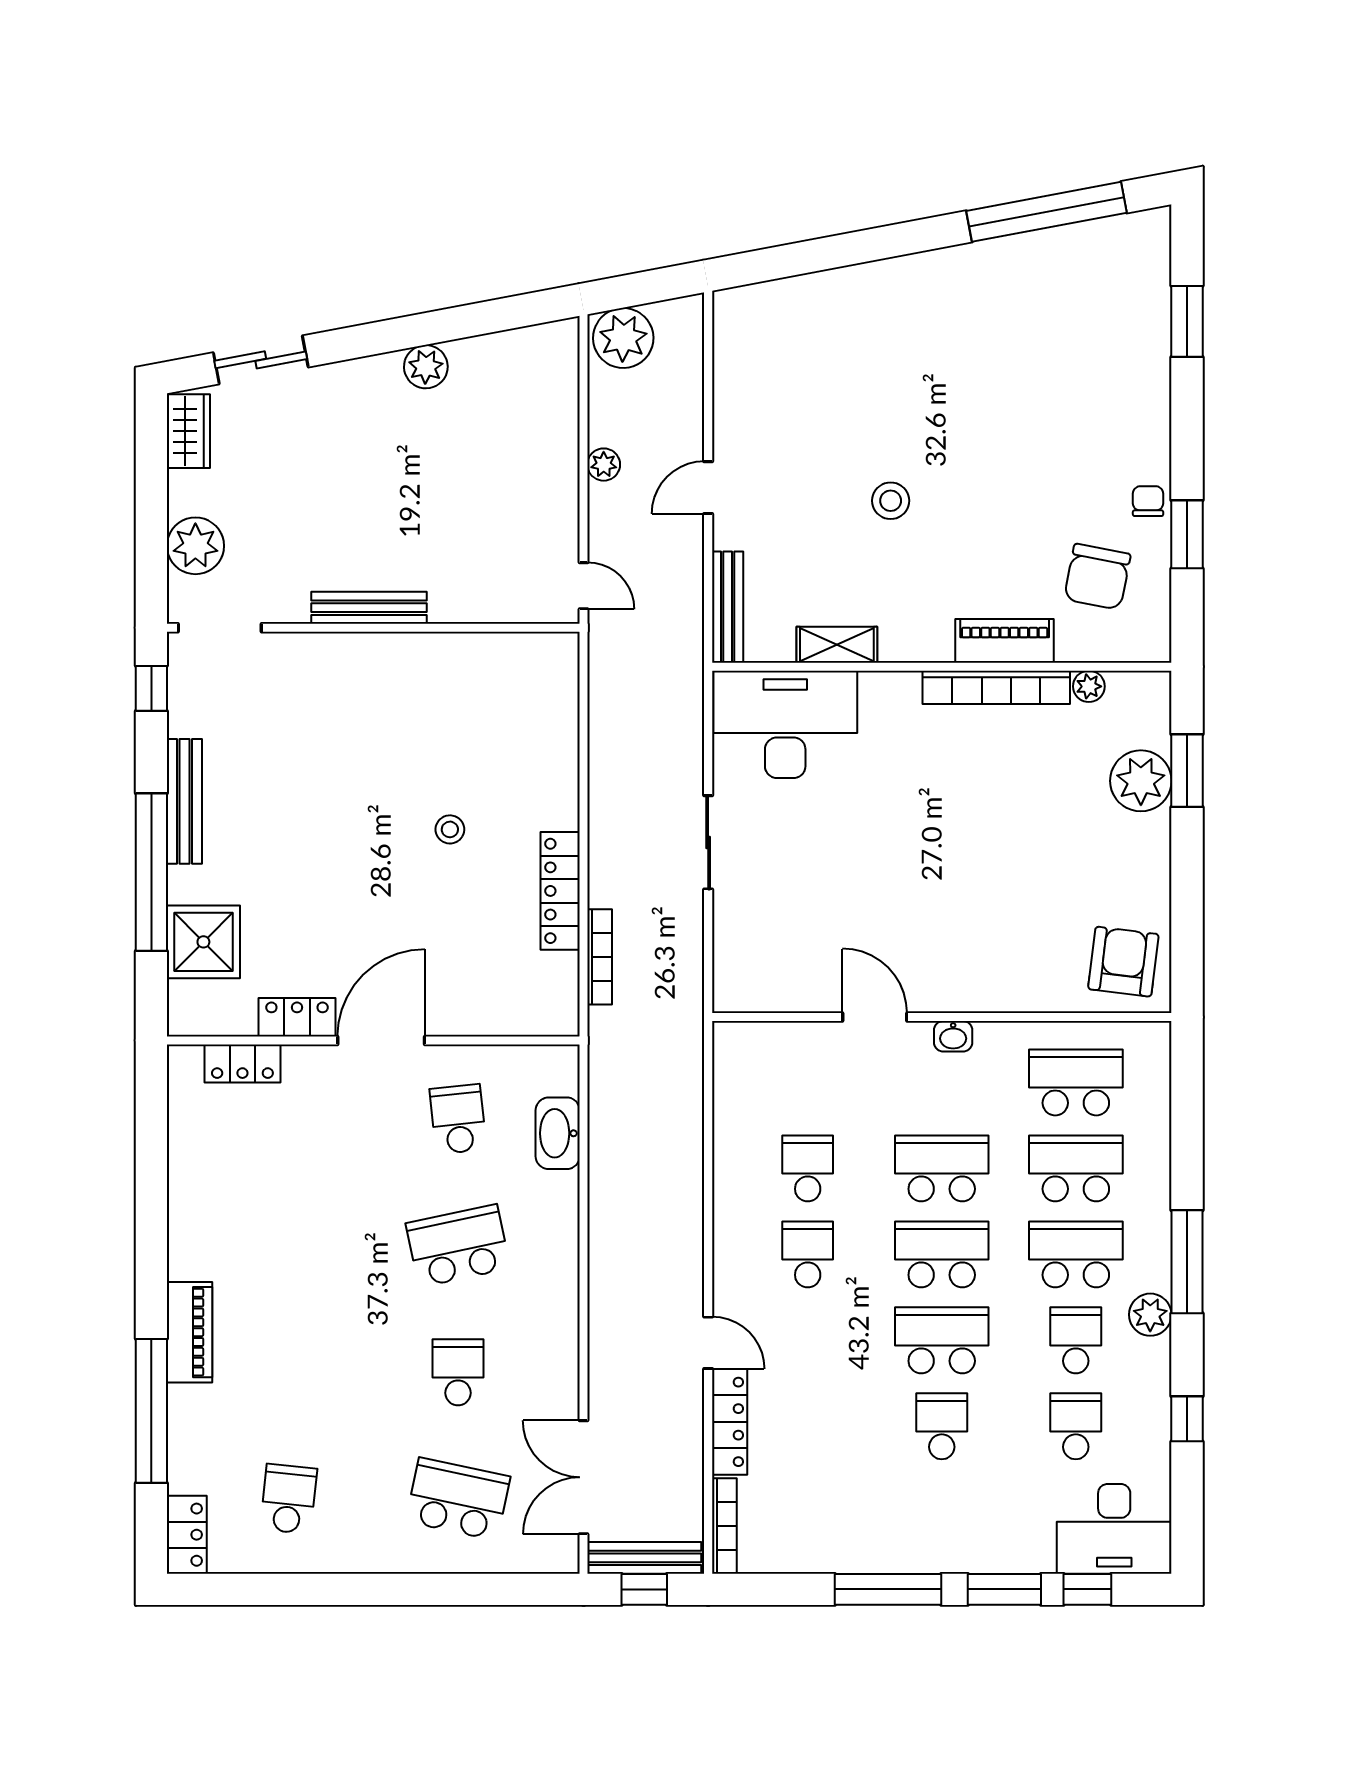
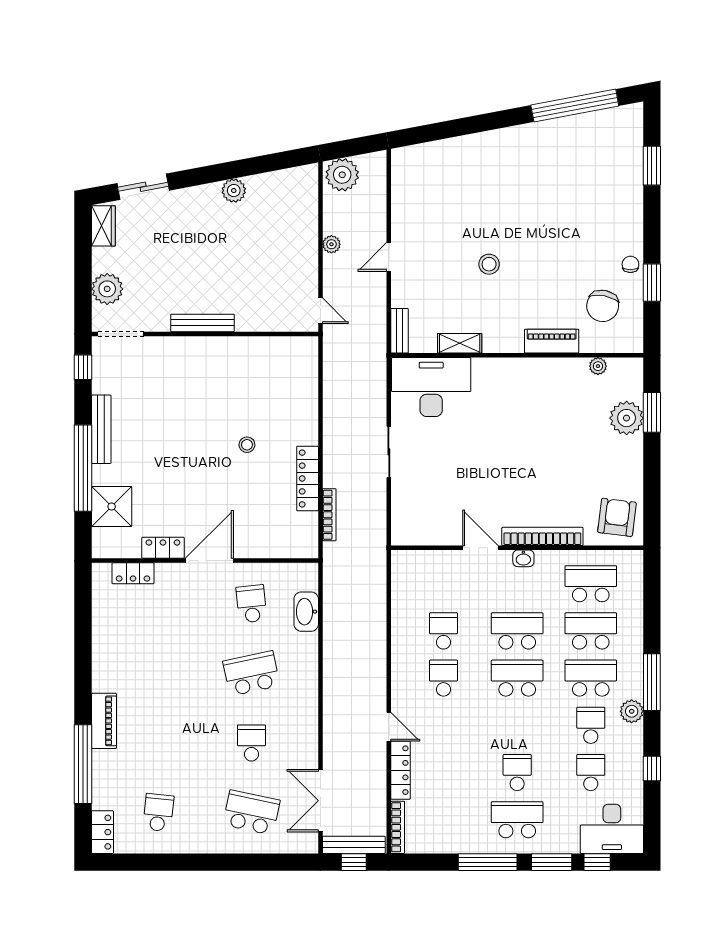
bench: (728, 607) -> (400, 331), width x0.73
bookcase: (996, 687) -> (542, 536), moved, turned 180
school desk: (942, 1340) -> (517, 820), moved

